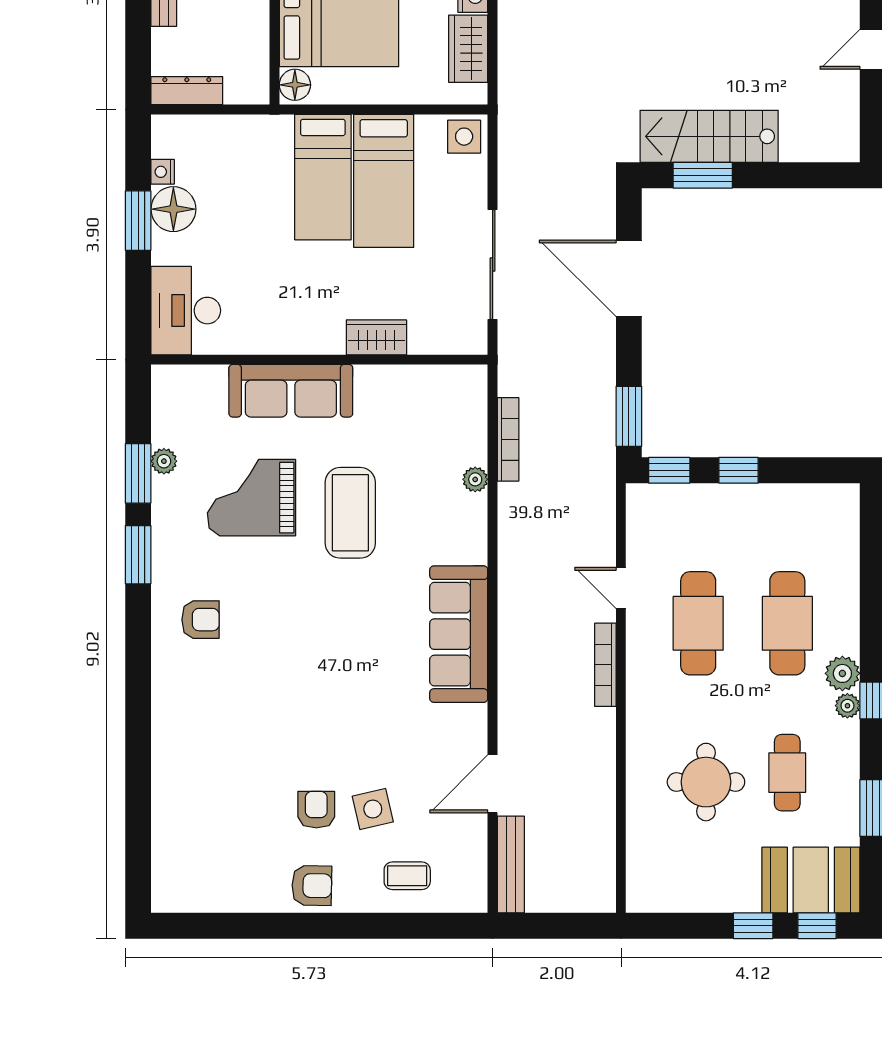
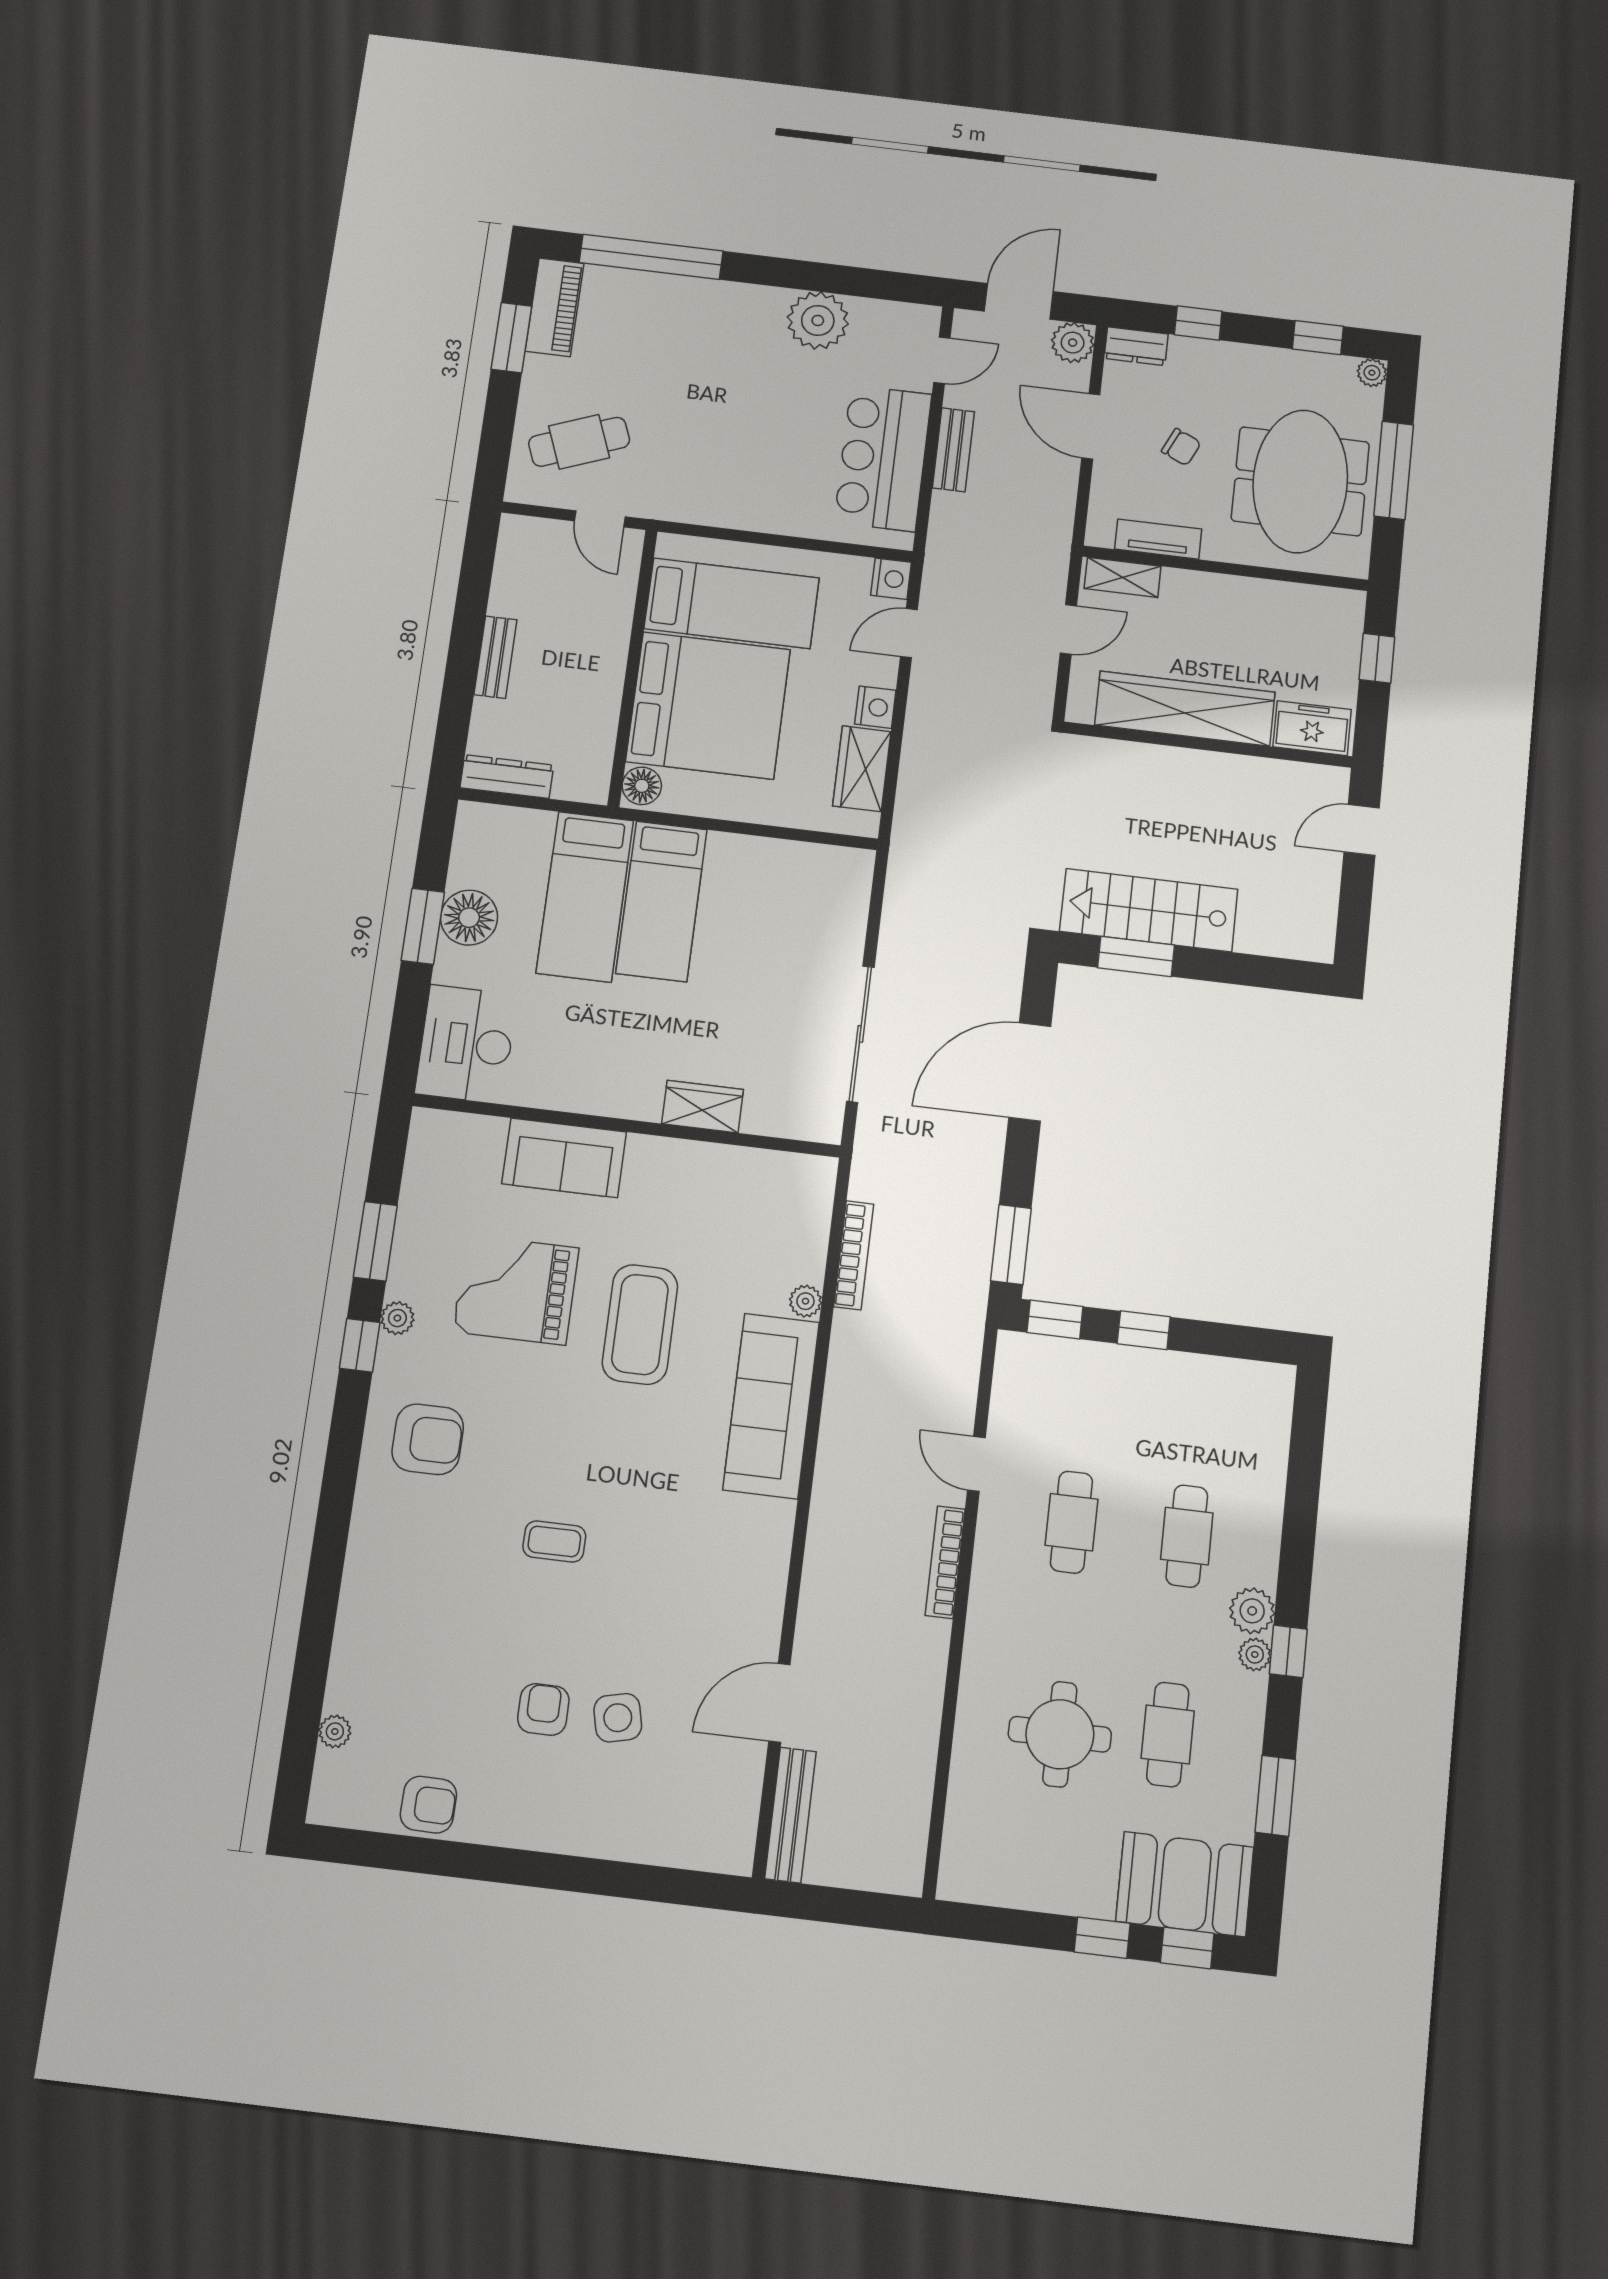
side table: (464, 137) -> (844, 873), removed
nightstand: (163, 172) -> (462, 871), removed
bed: (384, 181) -> (585, 897), moved
door: (629, 278) -> (1030, 1072), hinge flipped
sofa: (291, 391) -> (564, 1158), width x0.73
plant: (164, 461) -> (397, 1318), moved
window: (138, 555) -> (360, 1345), width x0.67
armchair: (201, 620) -> (428, 1439), width x1.38, depth x1.38
cafe table: (698, 623) -> (1071, 1522), width x0.73, depth x0.74
cafe table: (787, 623) -> (1187, 1536), width x0.73, depth x0.74
sofa: (459, 634) -> (771, 1406), moved
plant: (163, 844) -> (335, 1731), added
coffee table: (407, 876) -> (554, 1541), moved
armchair: (312, 886) -> (428, 1805), moved

